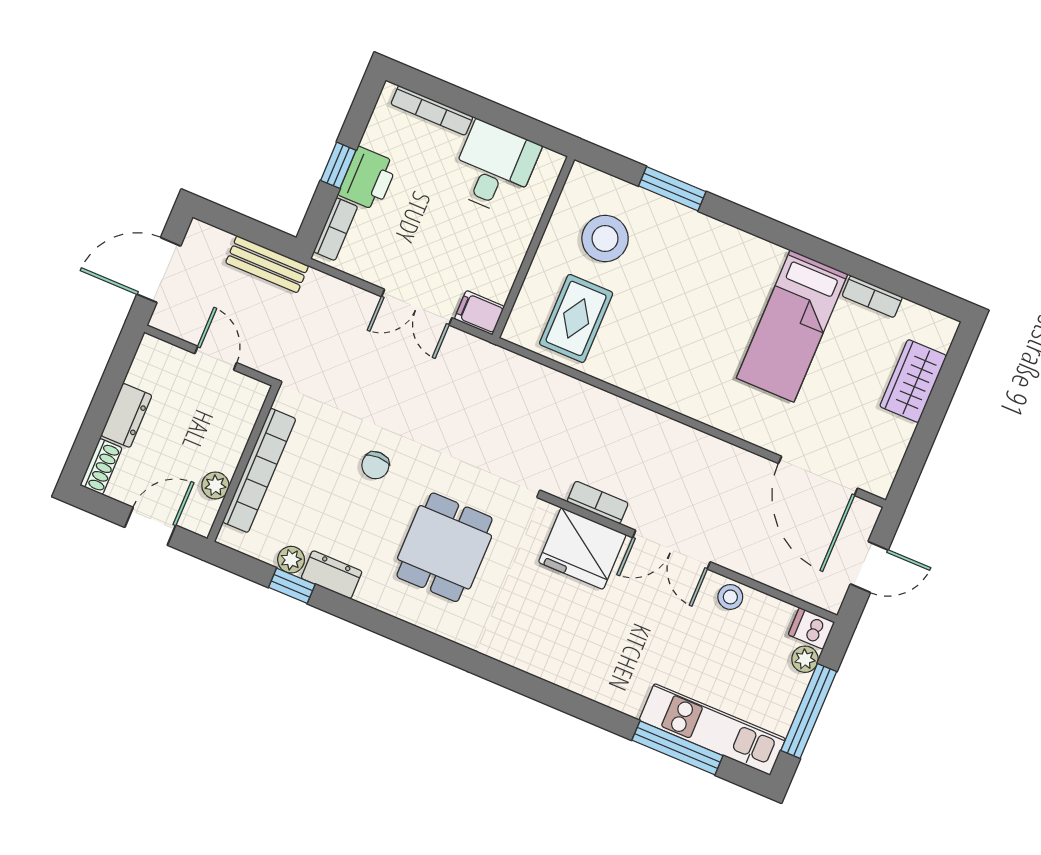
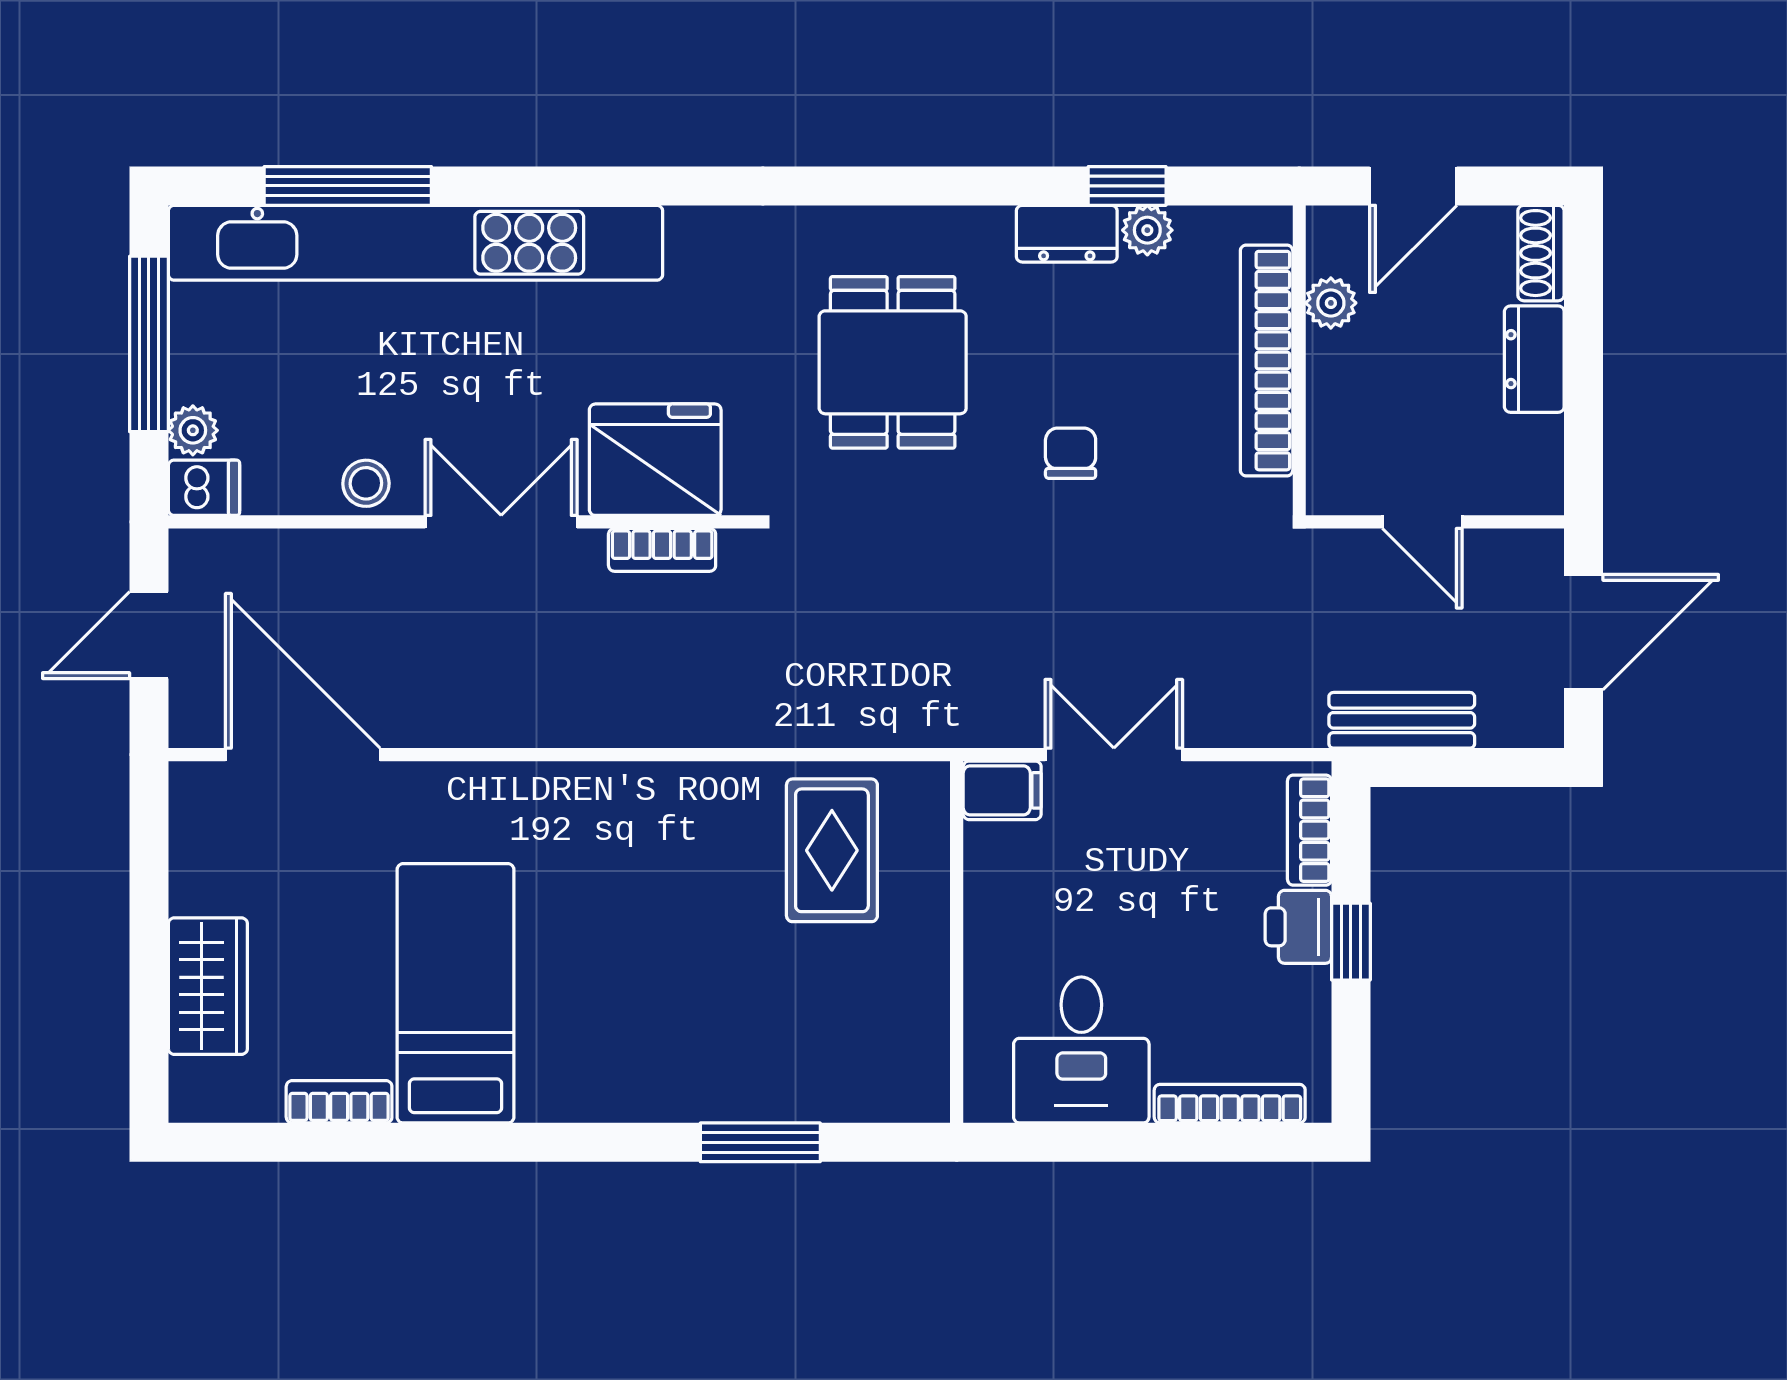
printer: (368, 179) -> (1298, 927), width x0.73, depth x0.81
stool: (605, 239) -> (840, 1008), removed
kitchen unit: (712, 729) -> (415, 243), width x1.86

